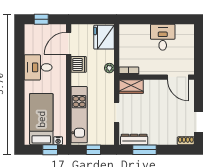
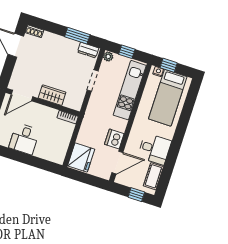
cot: (31, 41) -> (153, 176), added
plant: (109, 68) -> (108, 57), moved
door: (178, 77) -> (22, 95), swing flipped
wardrobe: (131, 86) -> (52, 95), moved
dresser: (134, 139) -> (88, 50), width x0.70

